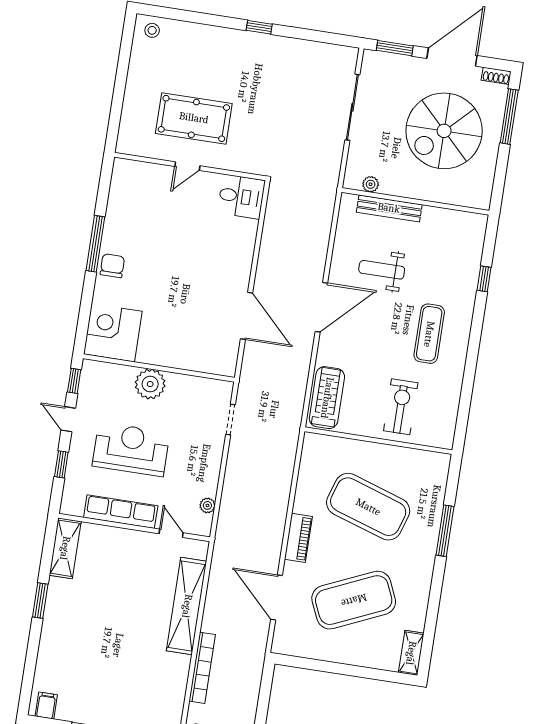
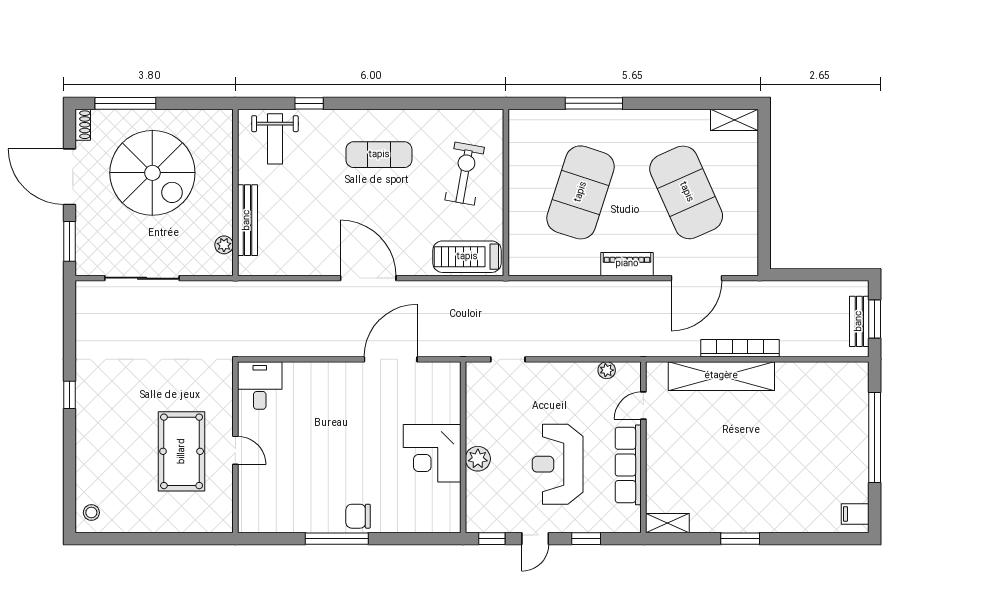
weight bench: (382, 270) -> (275, 139), moved
corner desk: (113, 333) -> (432, 453), moved
plant: (150, 384) -> (478, 459), width x0.73, depth x0.73
exercise bike: (401, 407) -> (465, 174), turned 100
shelving: (65, 548) -> (667, 523), width x0.67, depth x0.75
bookcase: (202, 668) -> (740, 348), moved

